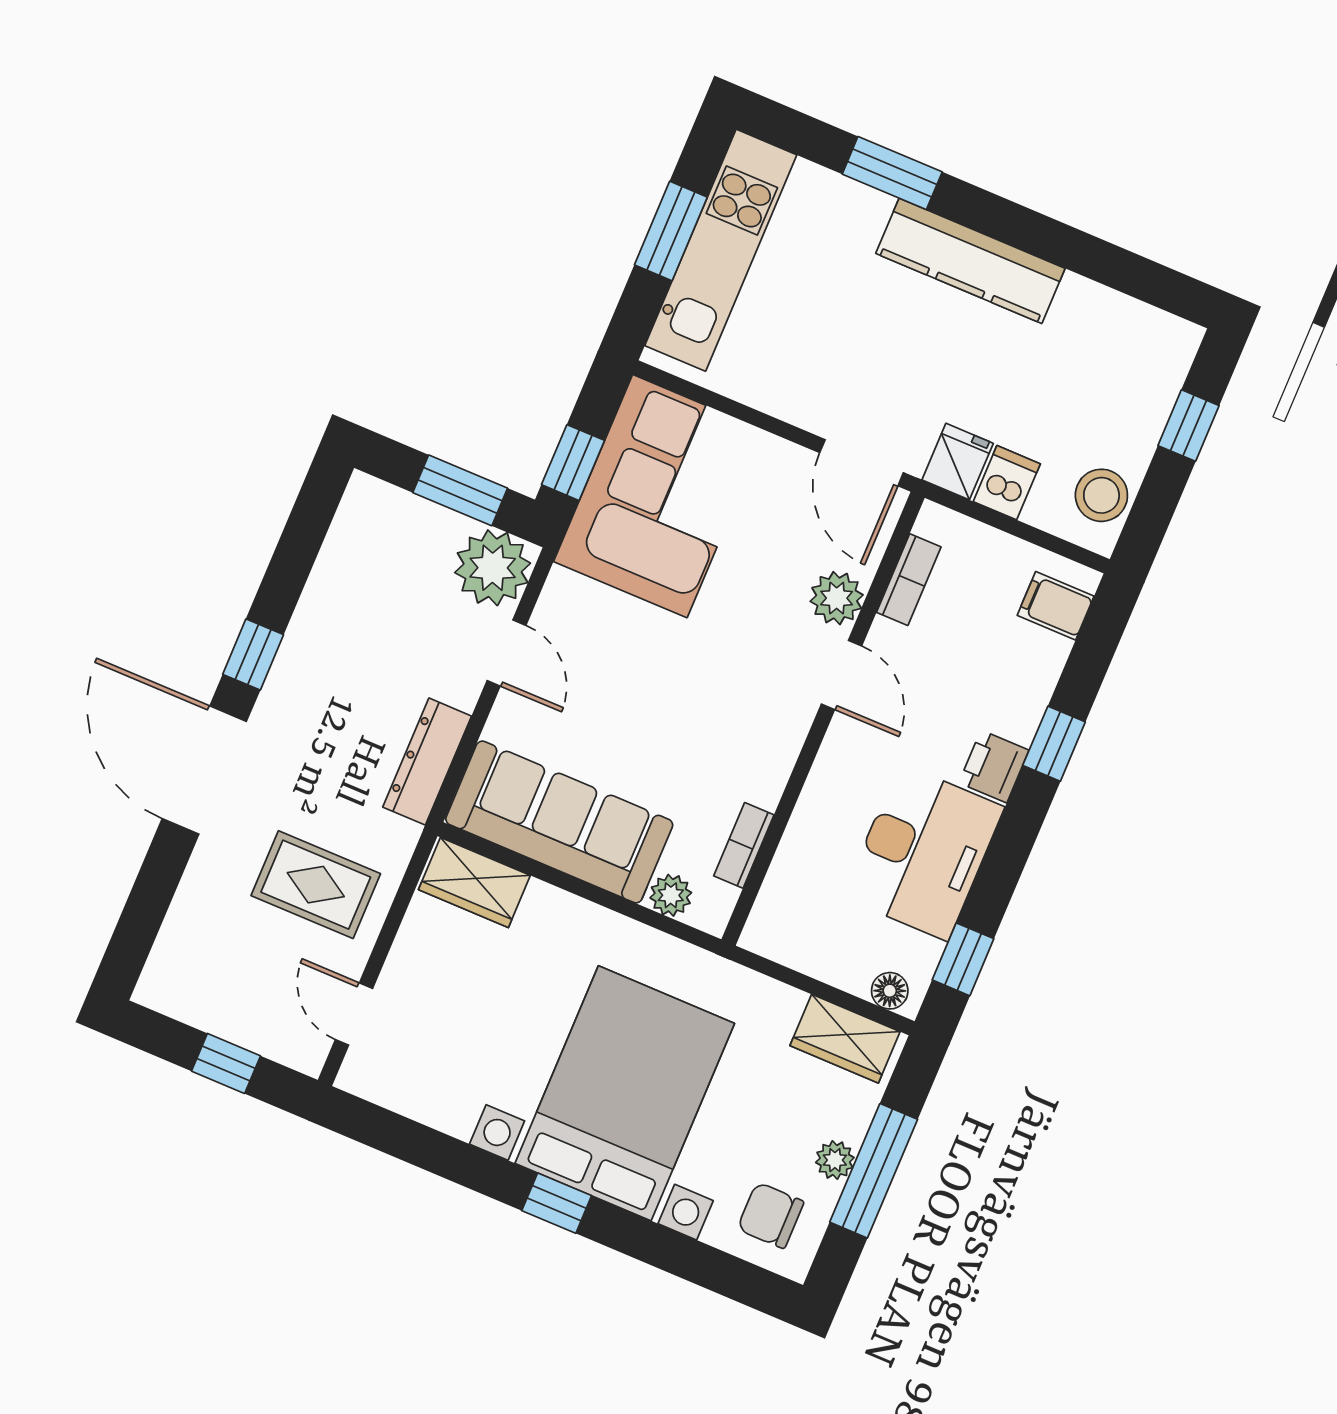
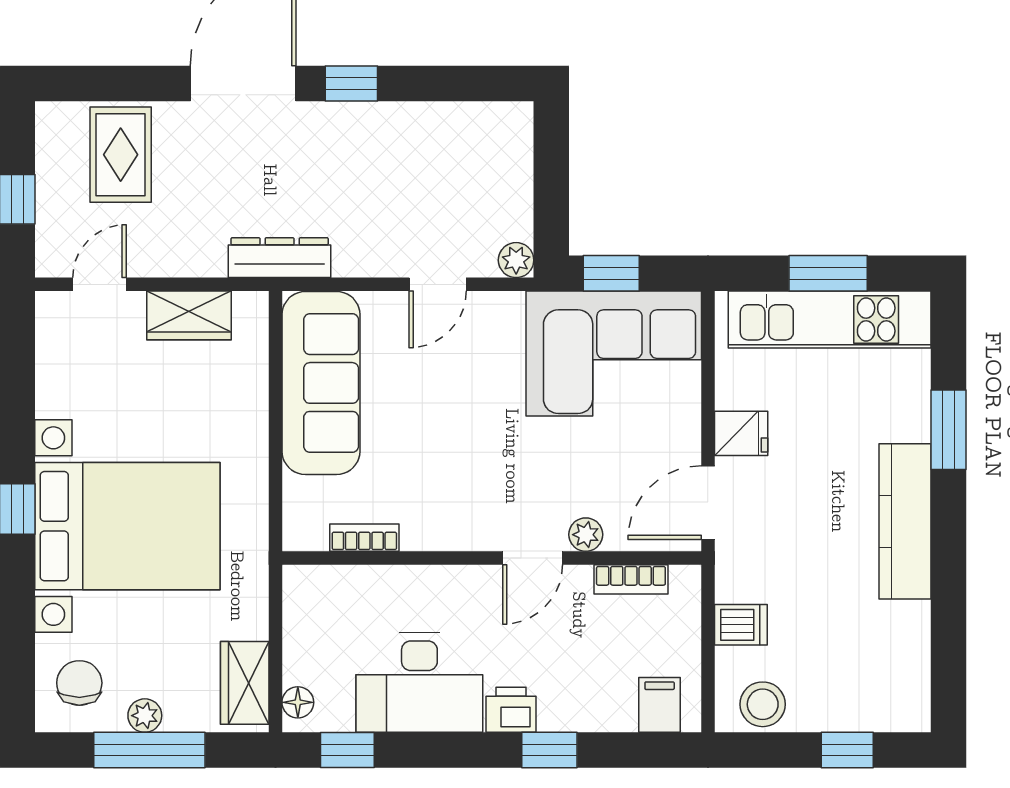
fridge: (958, 462) -> (741, 433), moved
window: (460, 490) -> (551, 193), removed
plant: (493, 568) -> (516, 260), width x0.53, depth x0.53
plant: (837, 598) -> (586, 535), width x0.73, depth x0.73
dresser: (427, 762) -> (280, 258), moved
wardrobe: (474, 883) -> (189, 315), moved, turned -90
rug: (316, 885) -> (121, 155), moved
plant: (671, 895) -> (300, 496), removed

